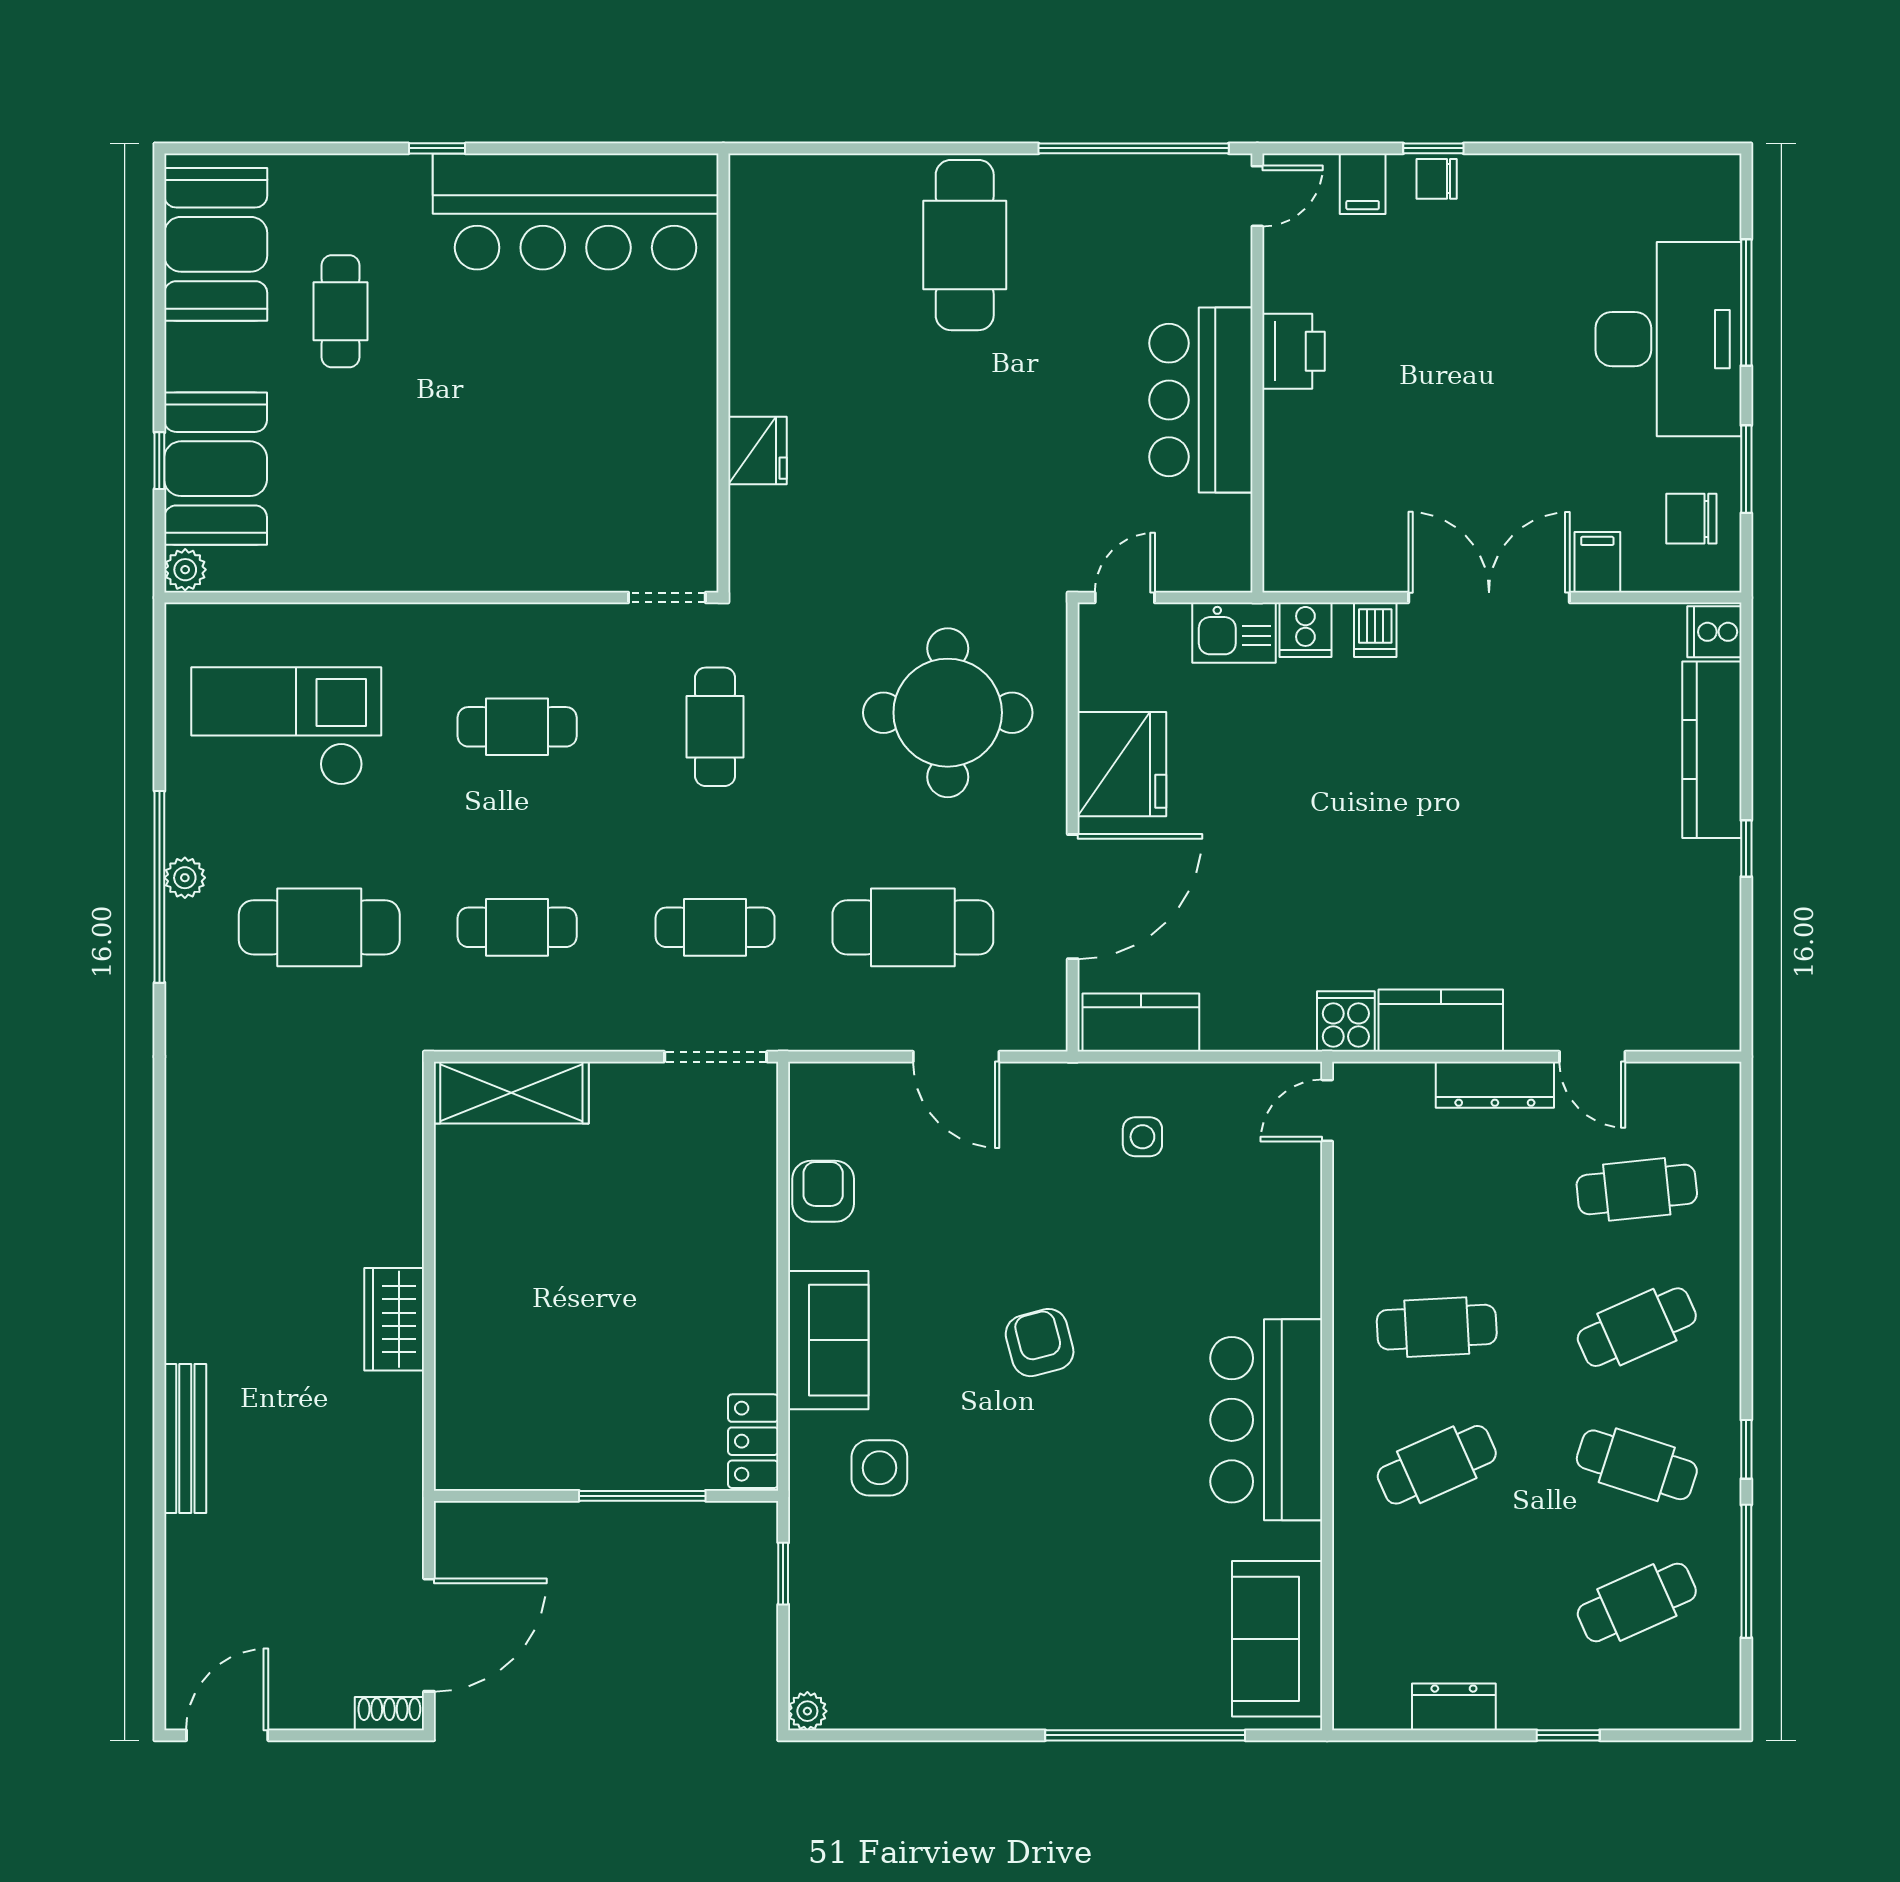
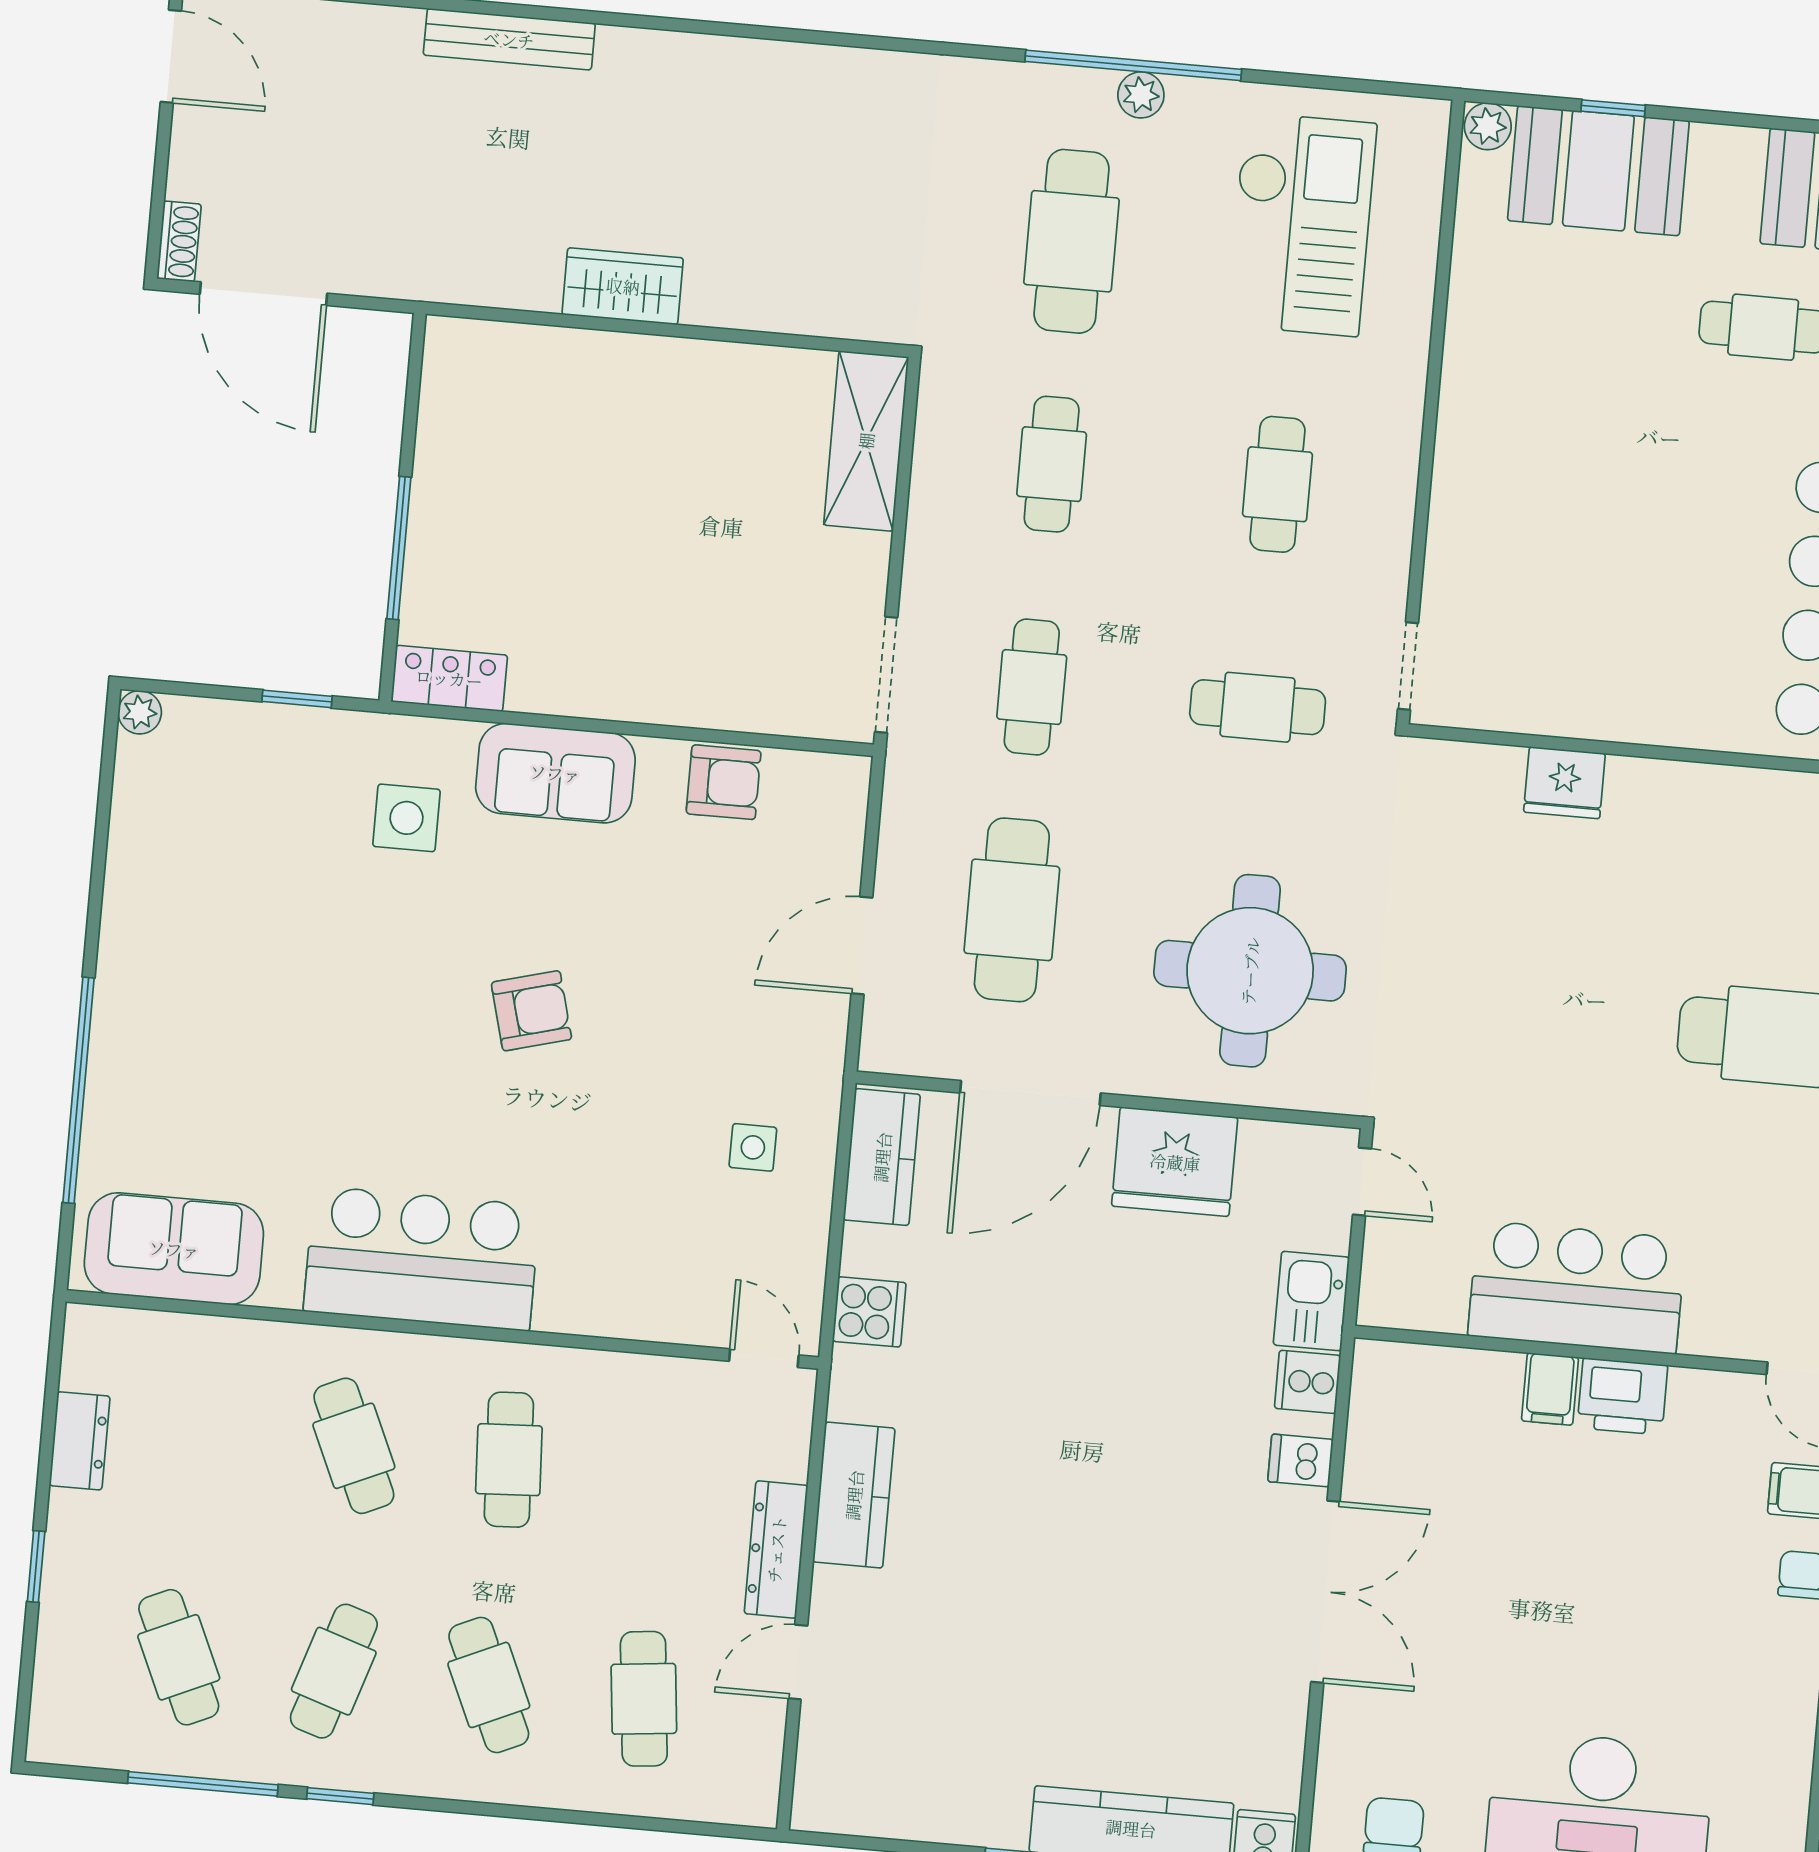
filing cabinet: (1597, 562) -> (1550, 1389), moved, turned 90
door: (1073, 897) -> (1030, 1093), hinge flipped
cooker: (1346, 1021) -> (869, 1312), moved

